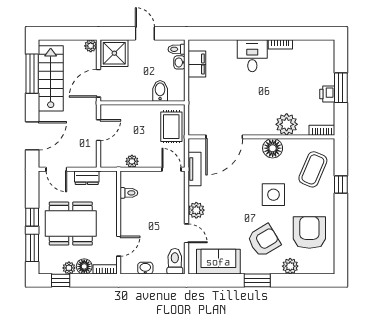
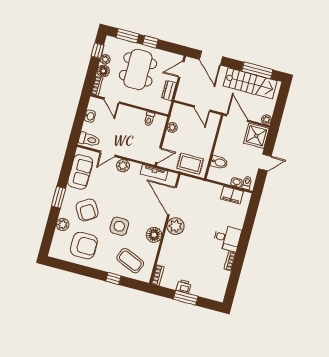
plant: (287, 124) -> (175, 226), moved

